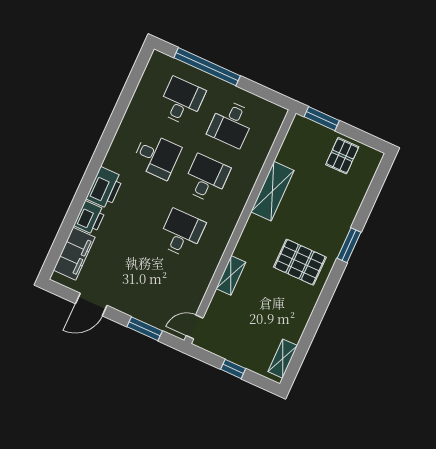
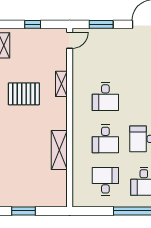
window: (322, 119) -> (24, 211), moved
pallet: (342, 156) -> (25, 193), removed
pallet: (300, 262) -> (24, 94), moved

